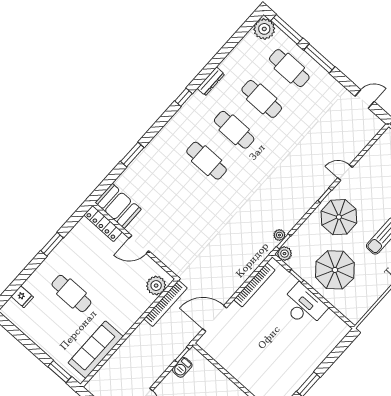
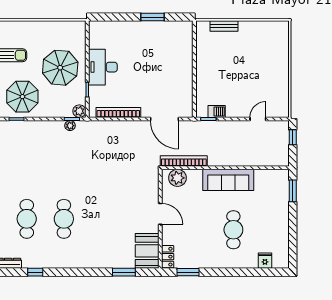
window: (132, 155) -> (124, 272), moved
locker: (103, 224) -> (168, 257), width x0.66
window: (52, 244) -> (188, 272), moved
sofa: (96, 350) -> (228, 180), moved

